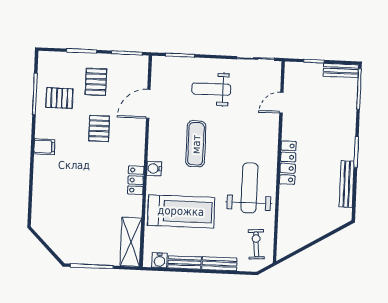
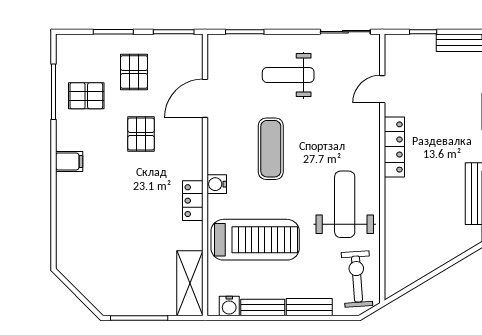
locker: (288, 163) -> (394, 147), moved
exercise bike: (256, 244) -> (357, 279), width x1.38, depth x1.39

